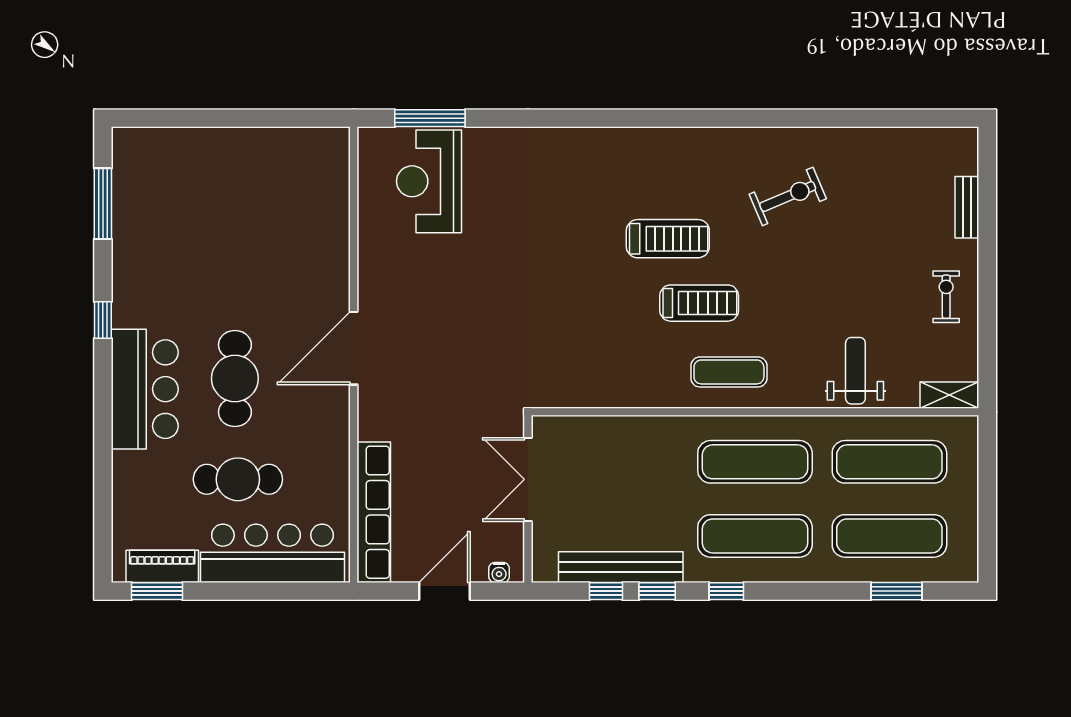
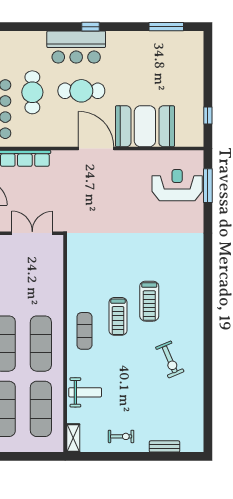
window: (286, 118) -> (208, 115), added
booth: (308, 248) -> (145, 126), added
window: (103, 320) -> (91, 27), moved

